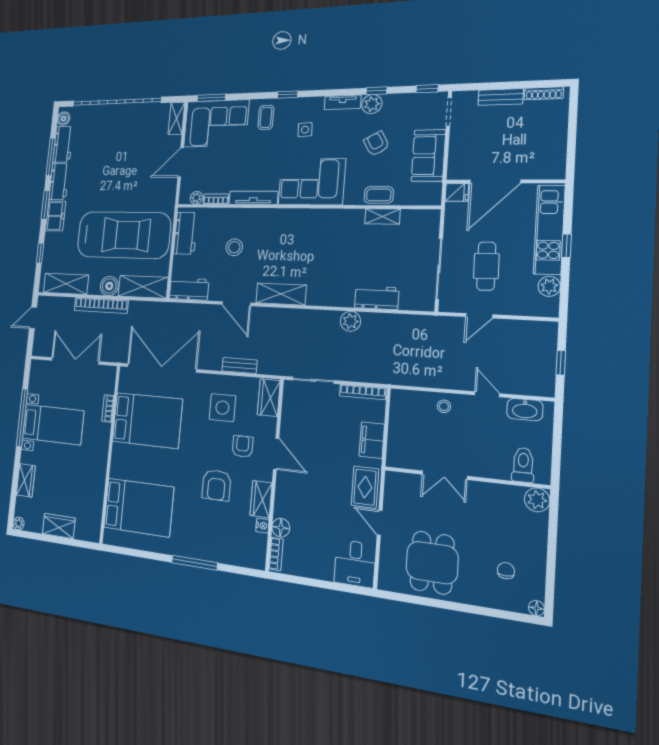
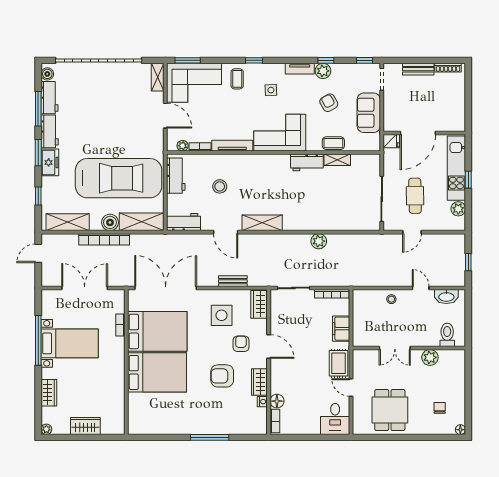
door: (181, 163) -> (165, 116), swing flipped
workbench: (377, 298) -> (307, 162), moved, turned 180
armchair: (216, 485) -> (222, 376), turned 90
plant: (537, 500) -> (430, 357), moved
bed: (138, 507) -> (157, 372), moved

